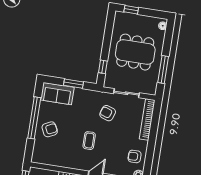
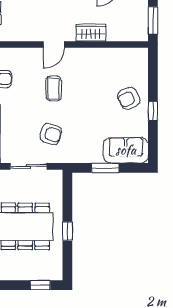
window: (103, 67) -> (67, 231), moved
window: (34, 118) -> (153, 111), width x0.32
coffee table: (89, 141) -> (54, 88), moved

